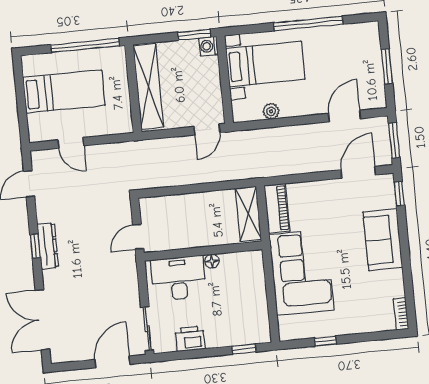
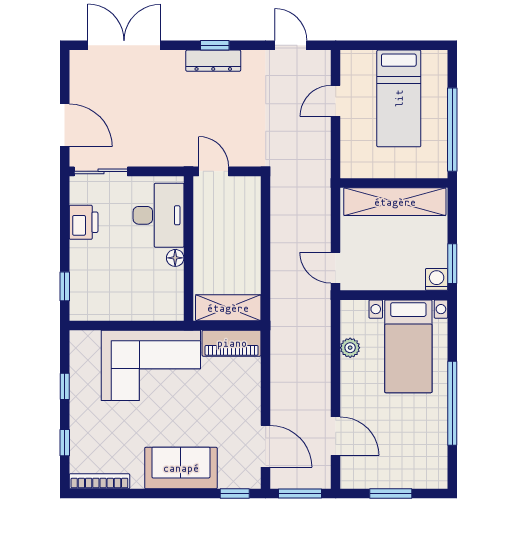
bookcase: (401, 314) -> (99, 481), width x1.56
window: (371, 336) -> (65, 443), added

